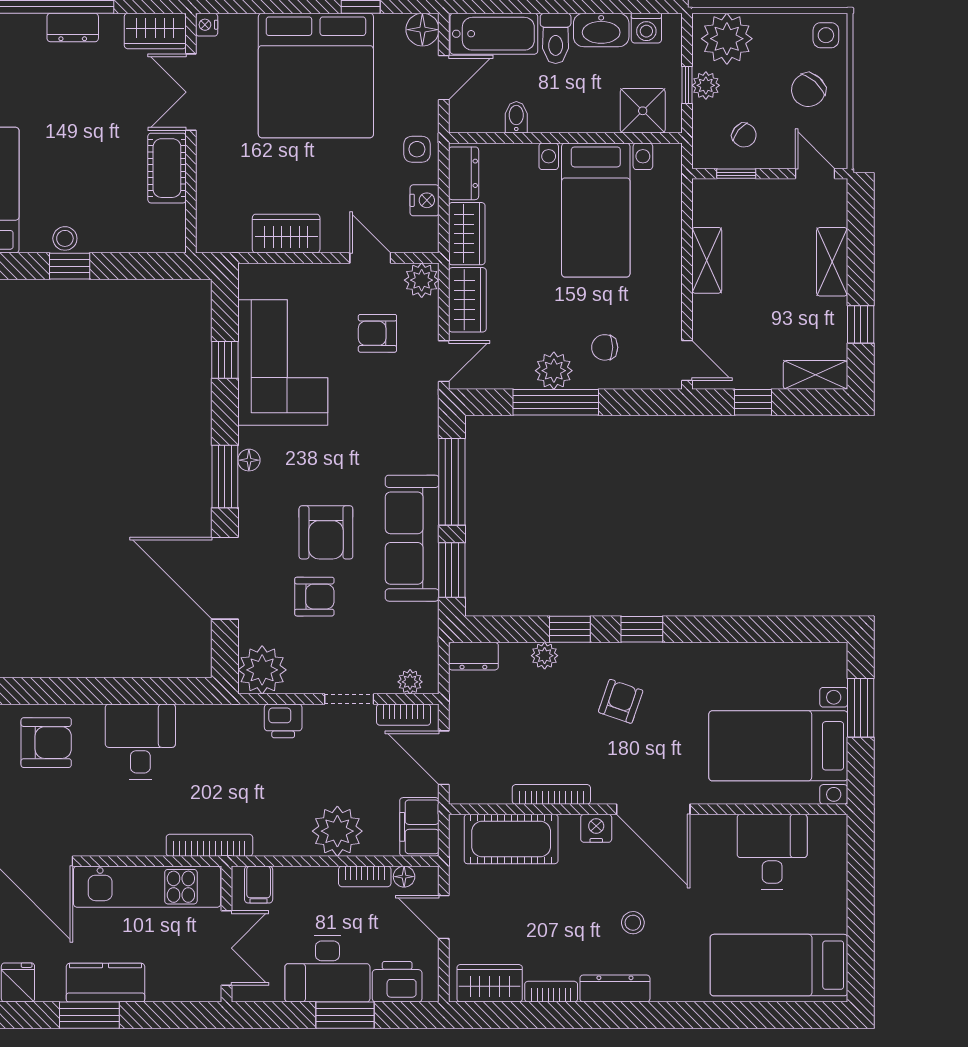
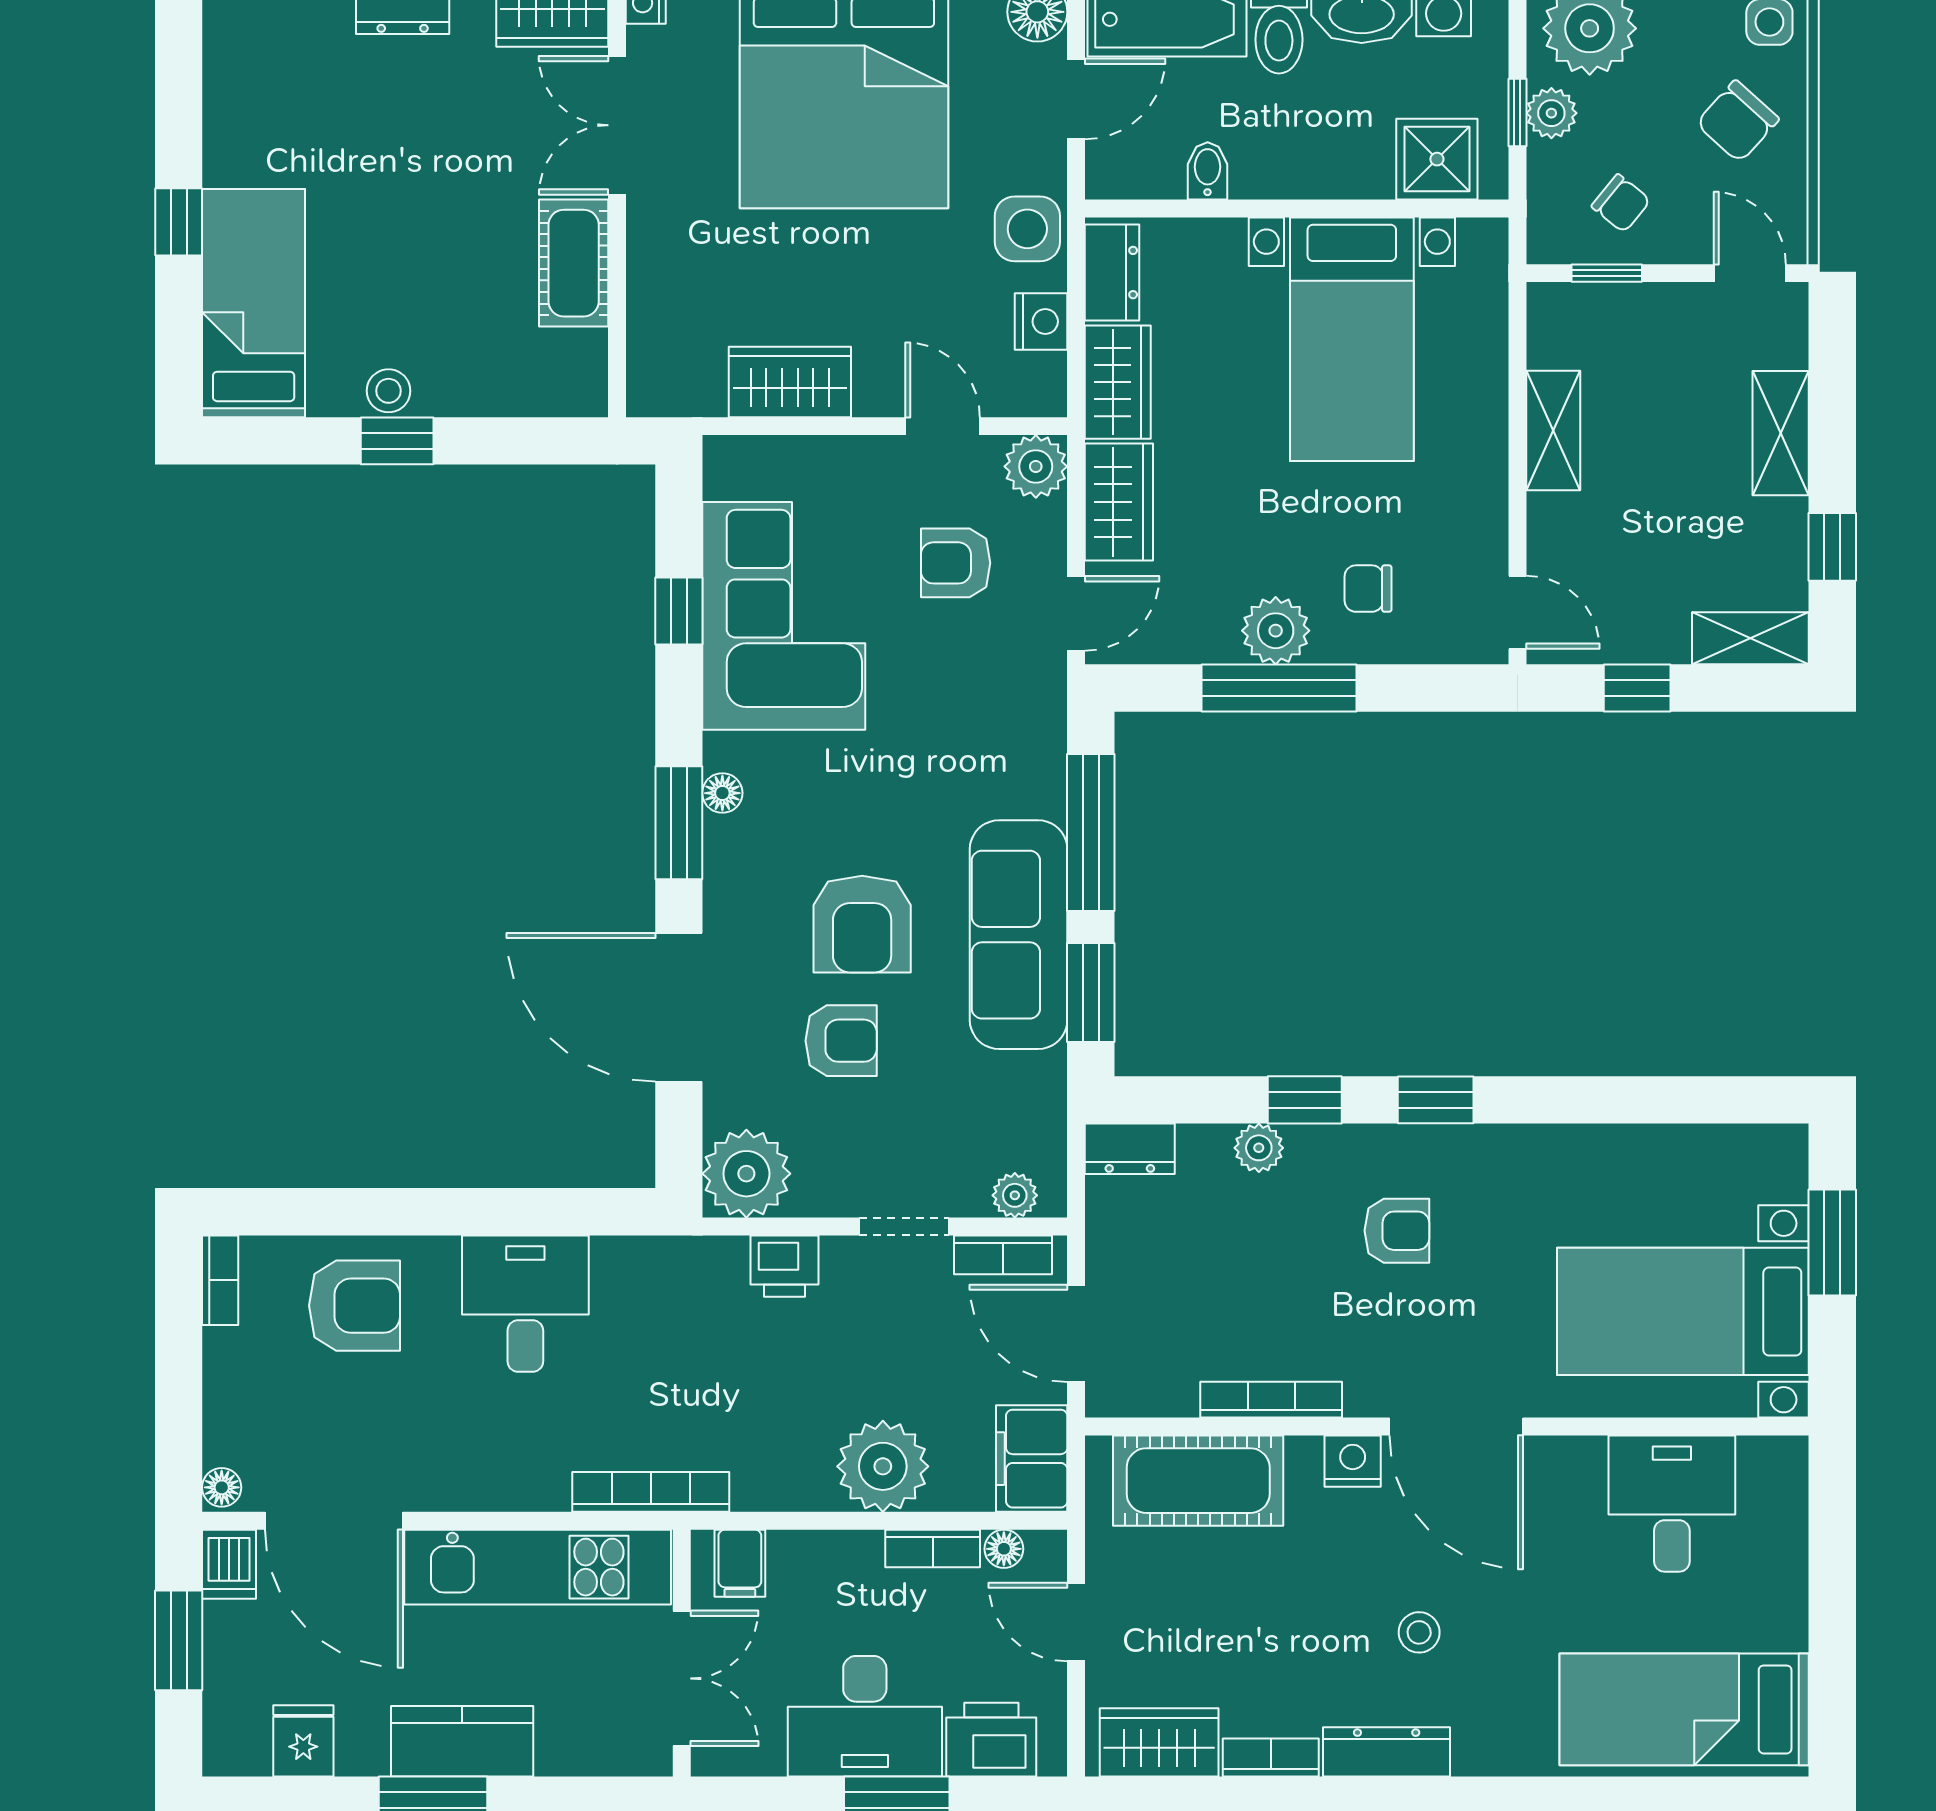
side table: (417, 149) -> (1027, 229), width x1.37, depth x1.37
armchair: (621, 701) -> (1397, 1231), turned 71

